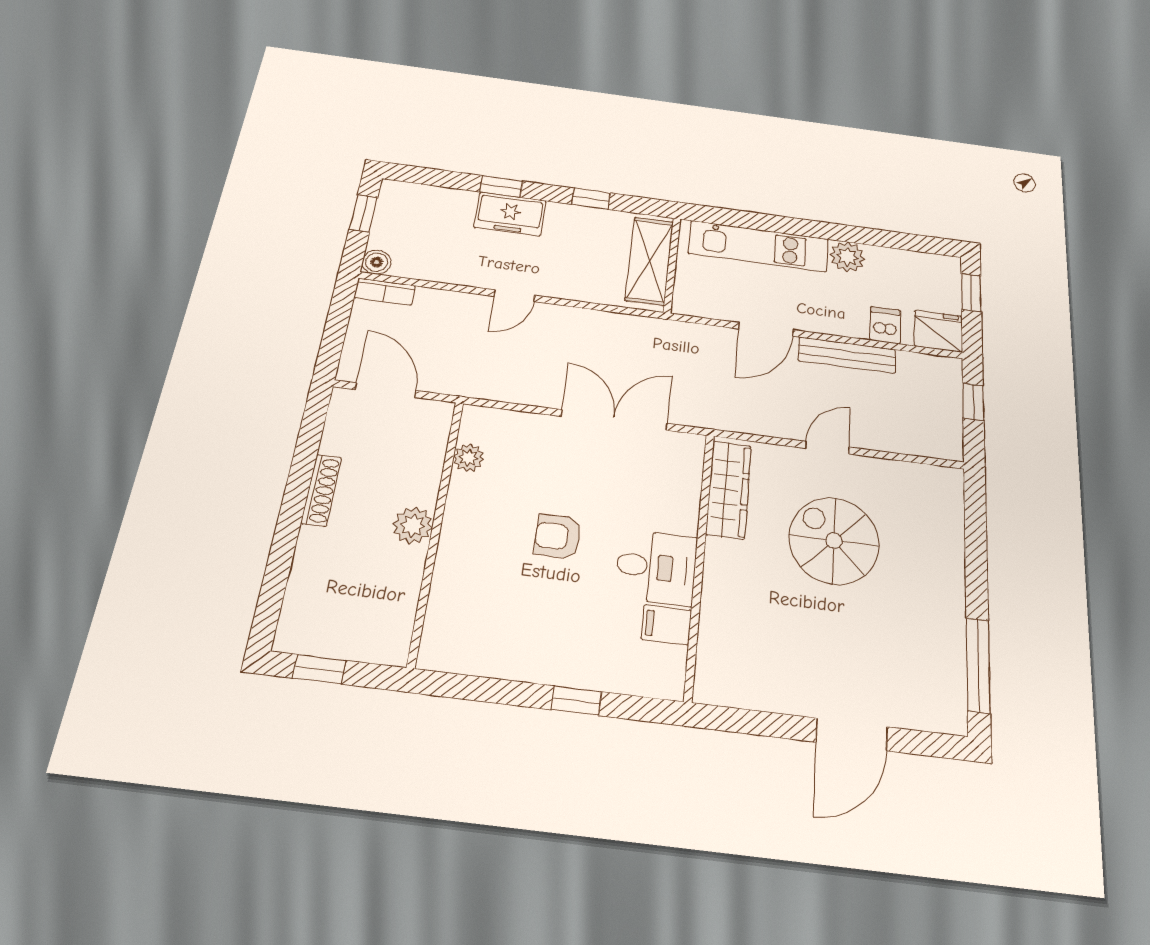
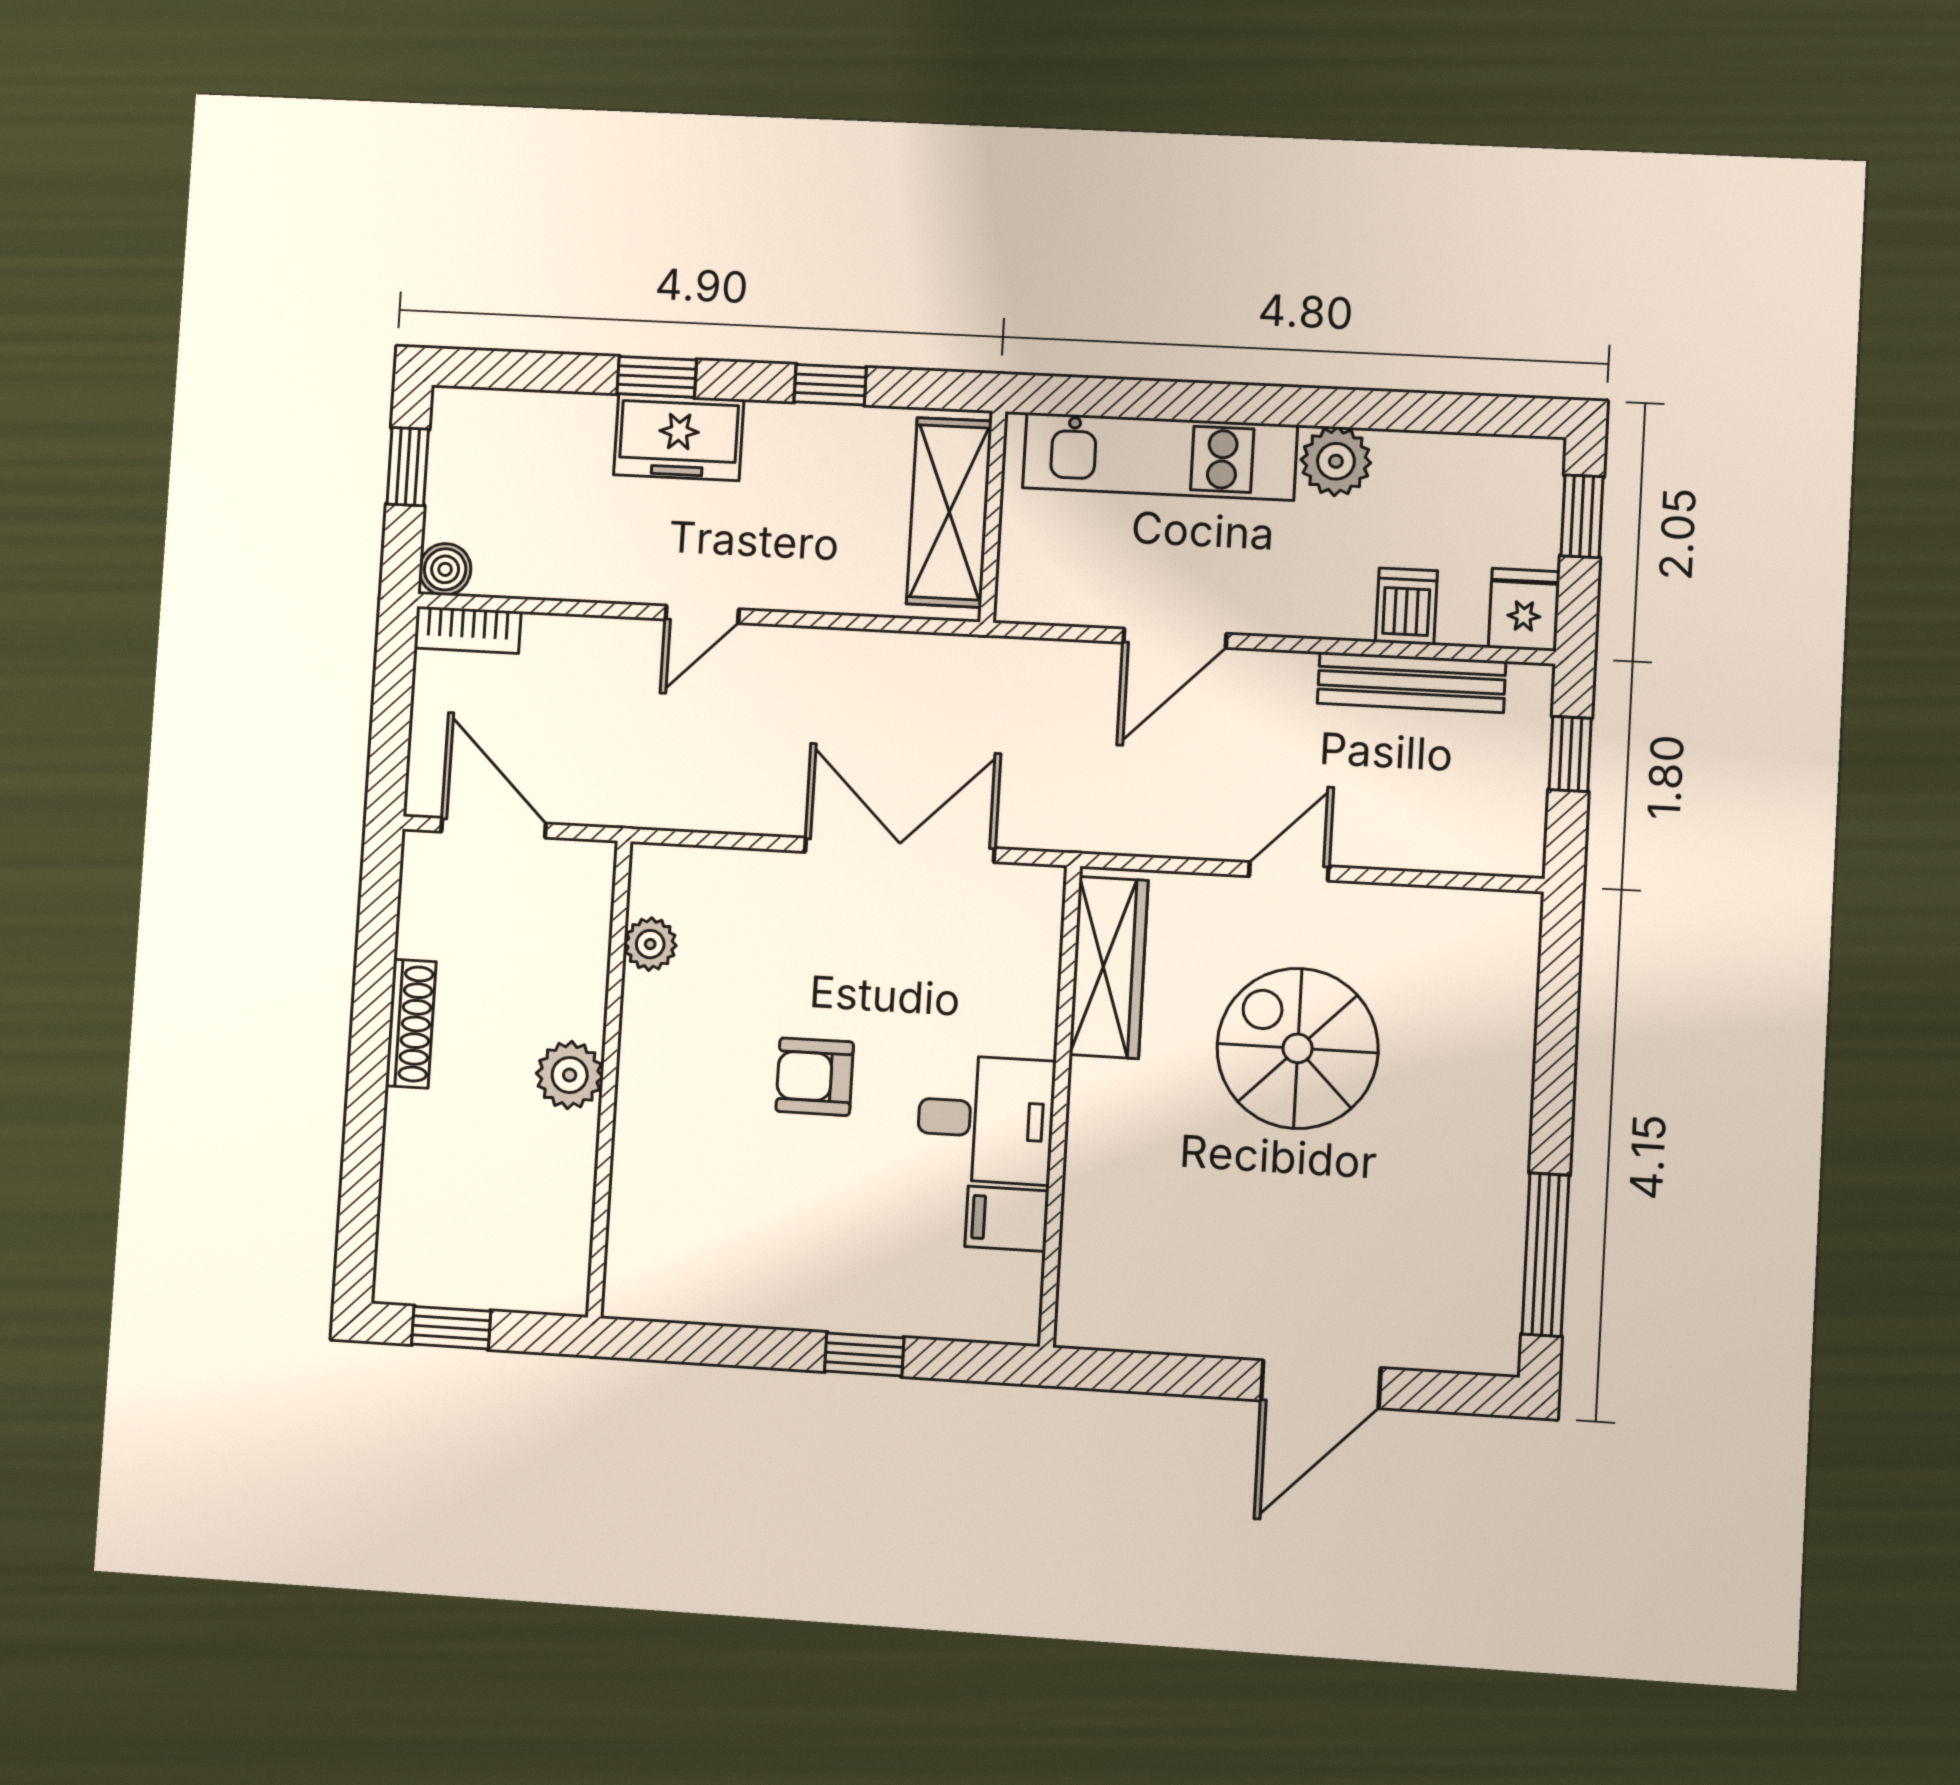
fridge: (939, 331) -> (1524, 610), width x0.72
bench: (847, 355) -> (1411, 682), moved

